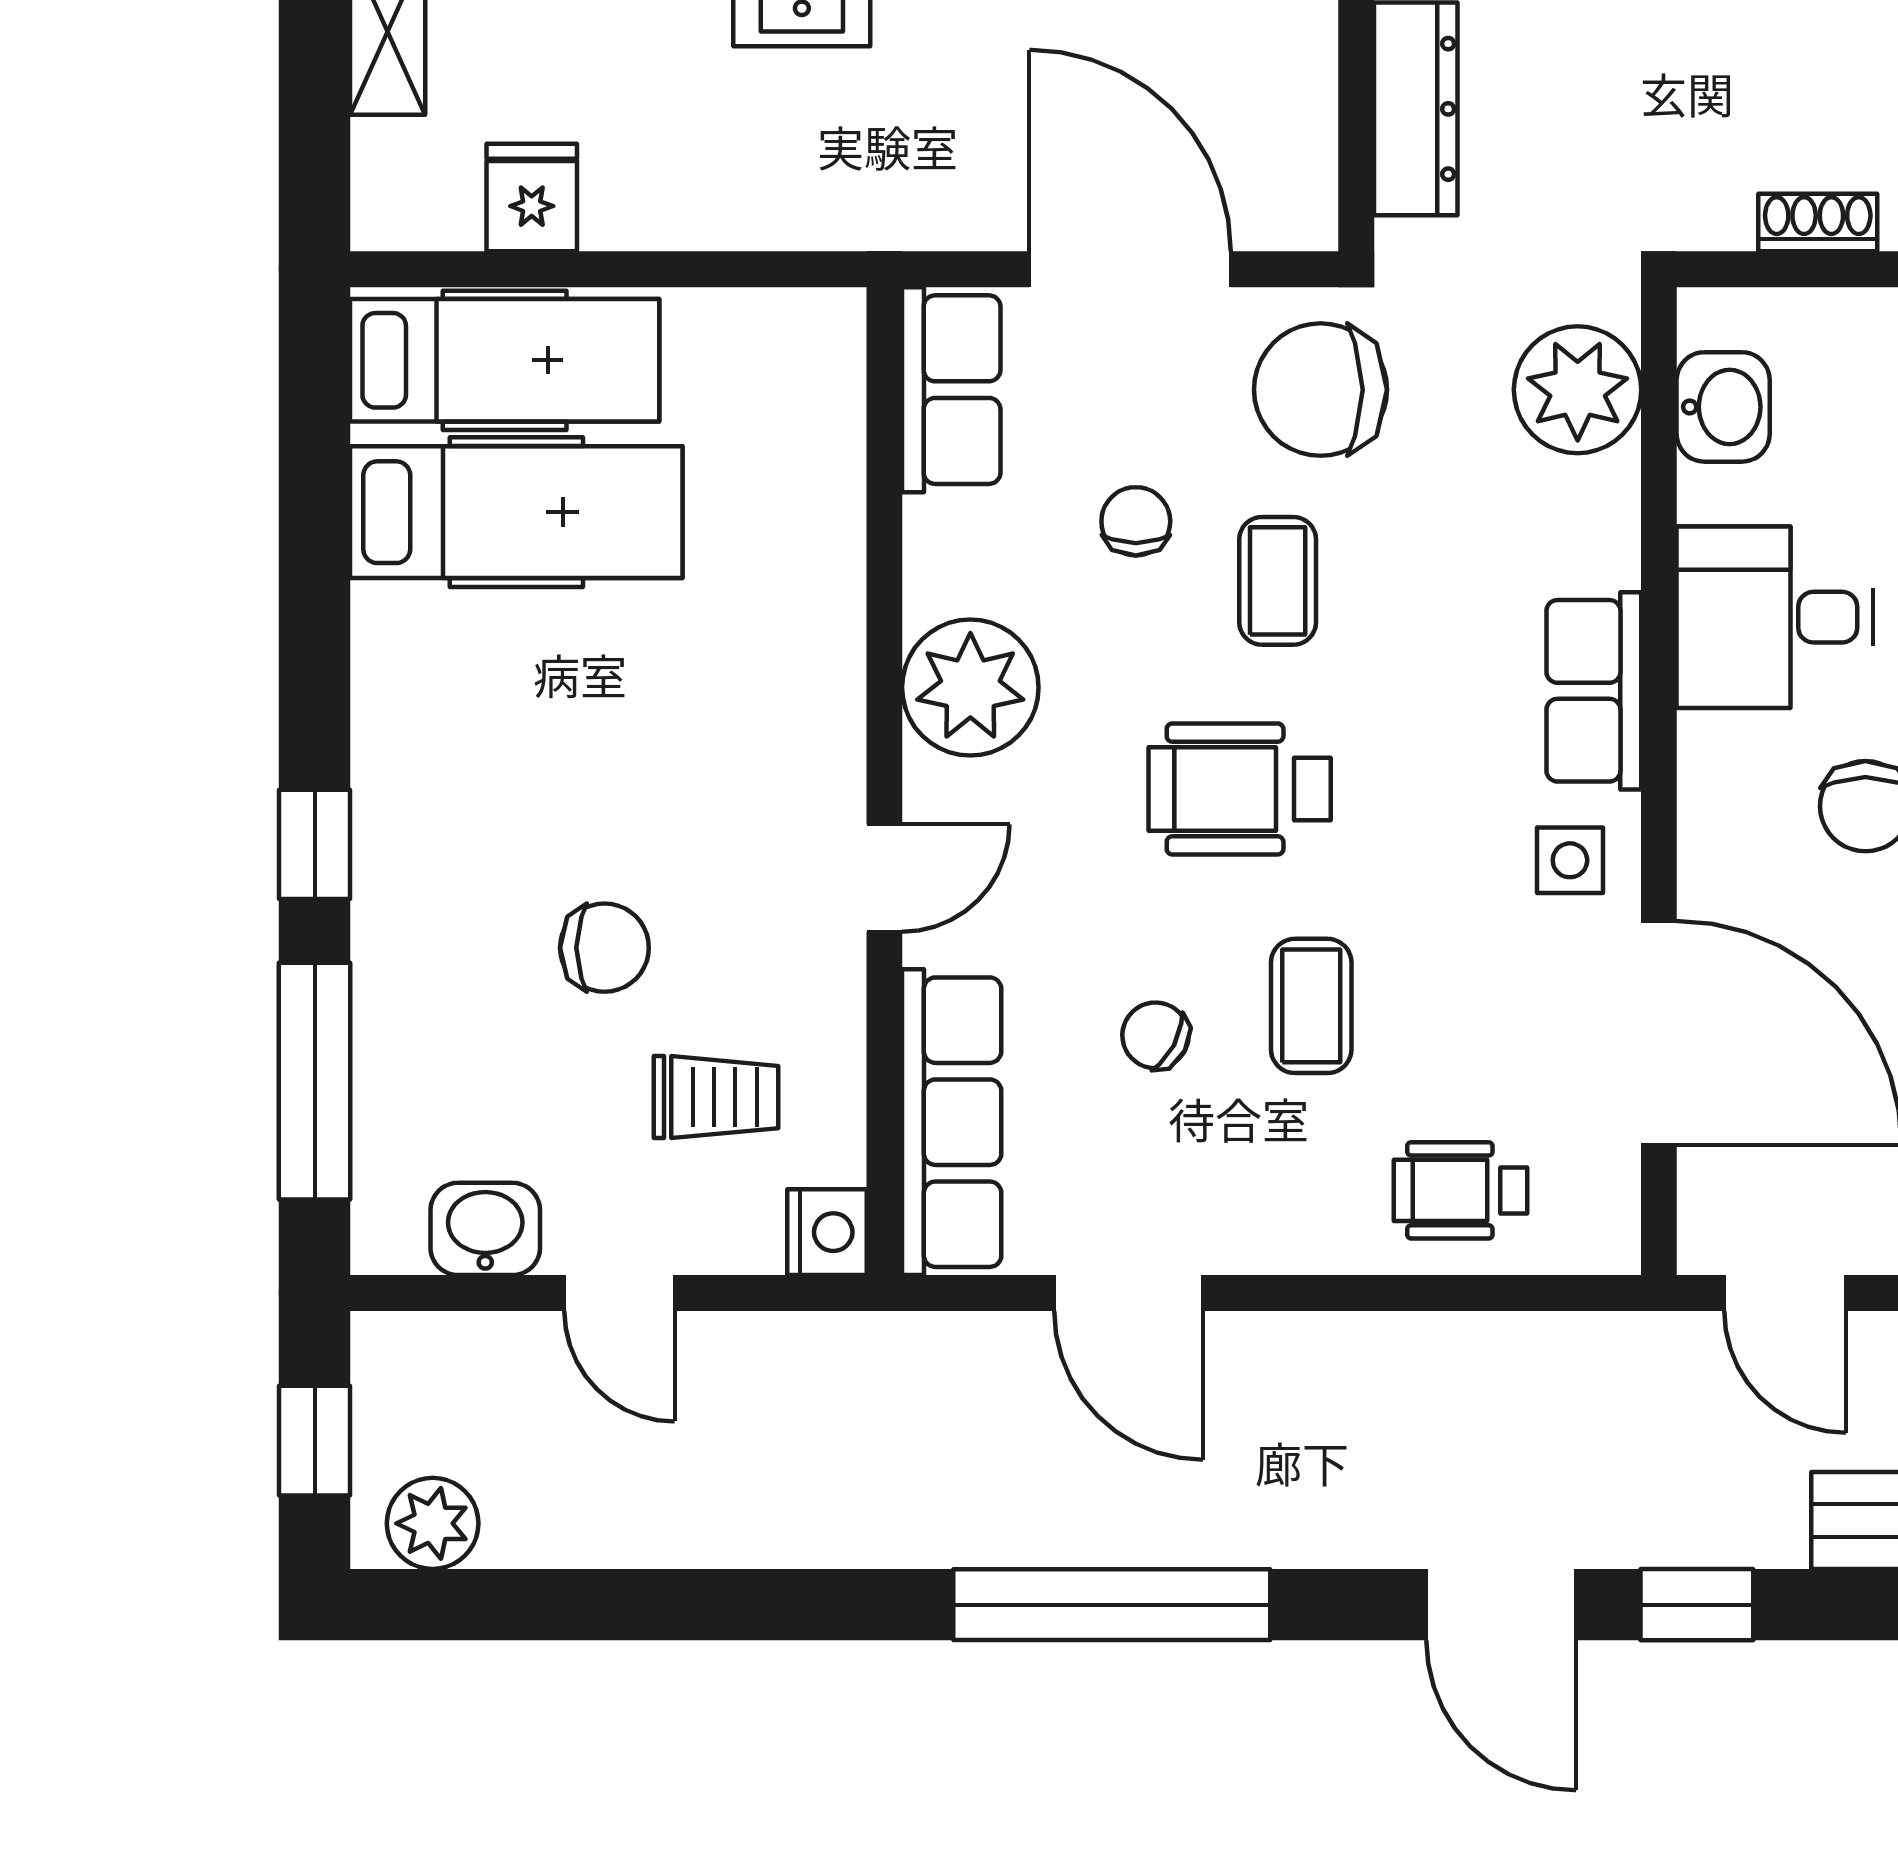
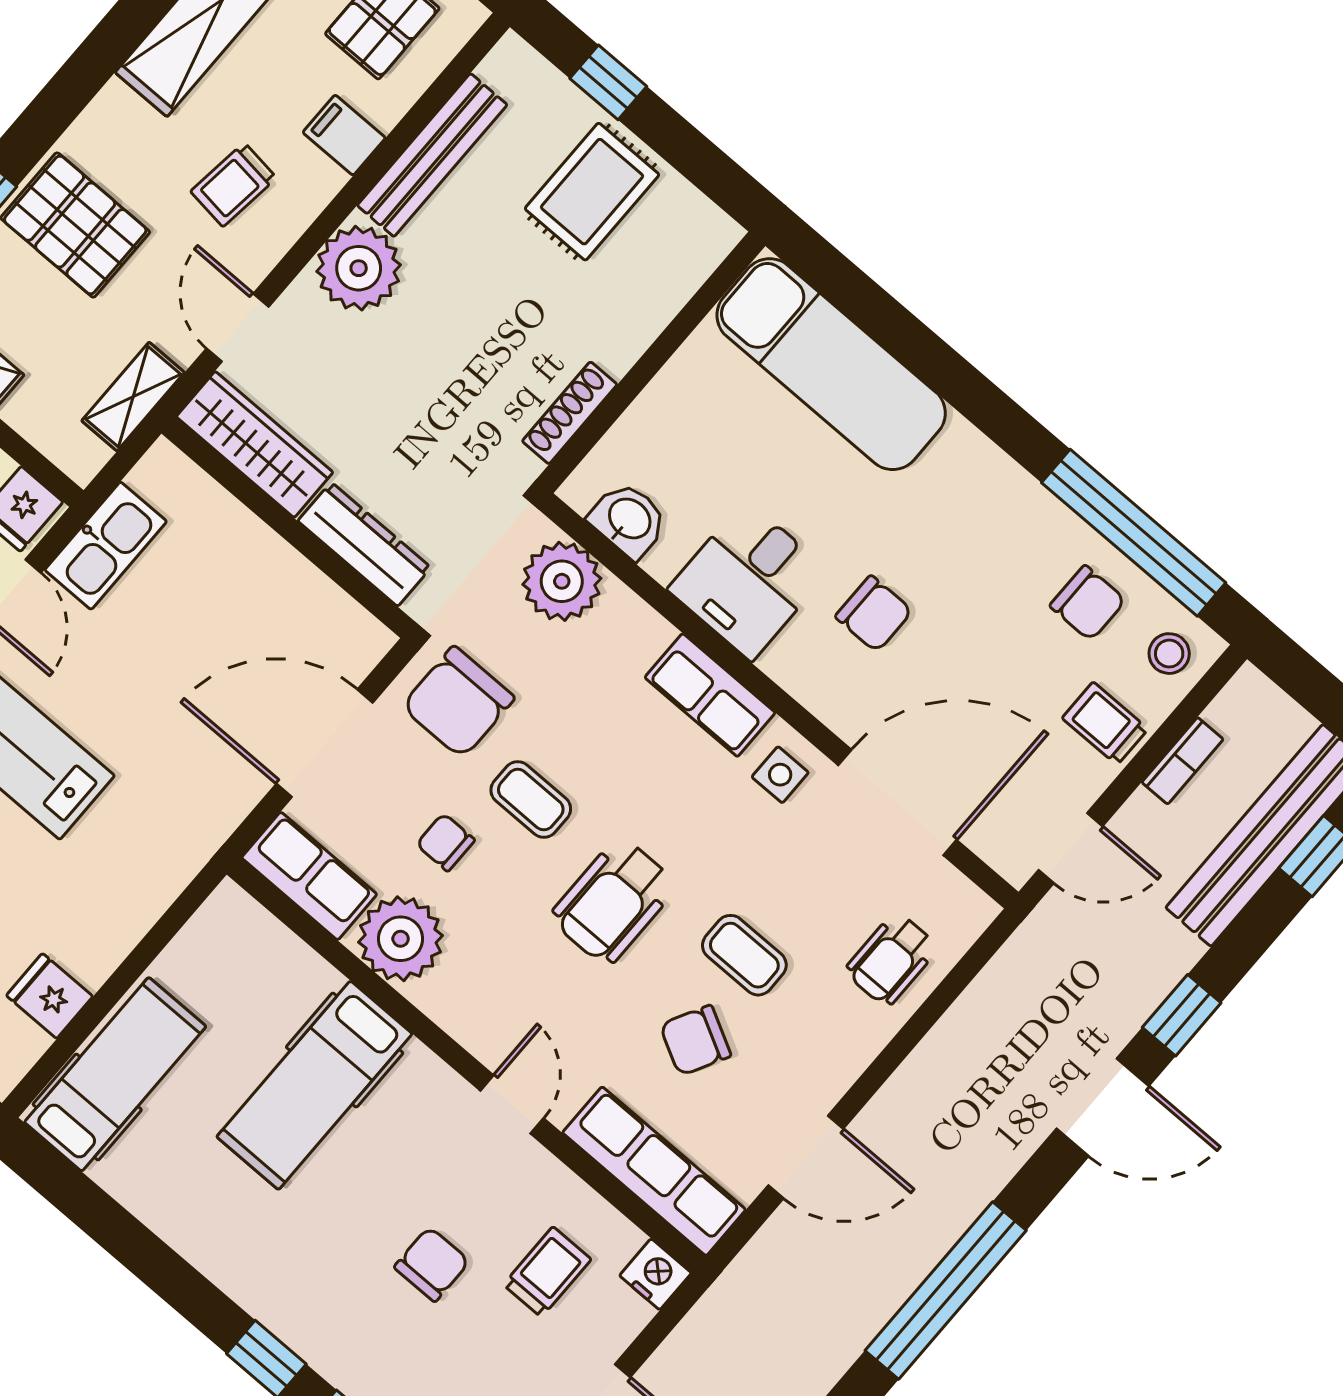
shoe rack: (1818, 223) -> (570, 413), width x1.43
hospital bed: (516, 512) -> (314, 1085), moved, turned 180
plant: (970, 687) -> (401, 939), moved
chair: (1155, 1035) -> (695, 1040), width x1.37, depth x1.37

